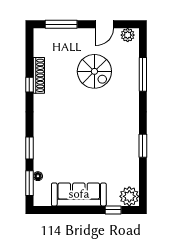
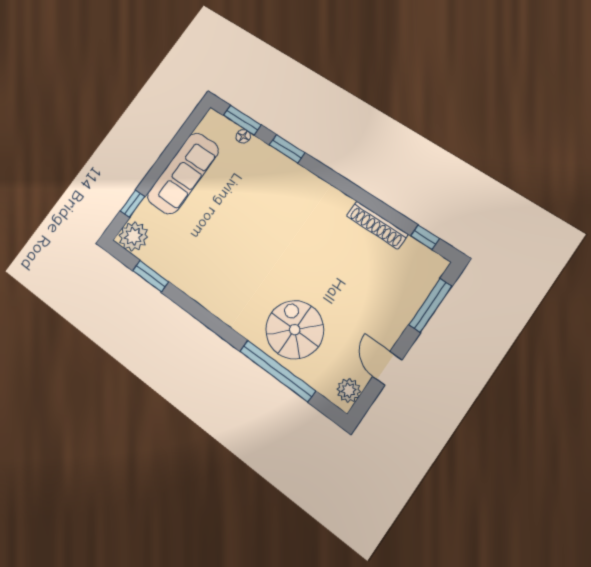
spiral stairs: (94, 71) -> (295, 330), moved, turned 90
window: (143, 74) -> (277, 371), width x1.46
window: (29, 85) -> (425, 237), moved
window: (143, 146) -> (151, 276), moved

